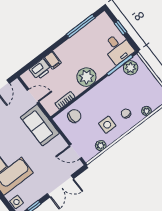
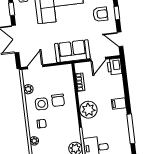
filing cabinet: (53, 60) -> (119, 104), moved
printer: (40, 69) -> (114, 67), moved
chair: (74, 116) -> (58, 100), moved

